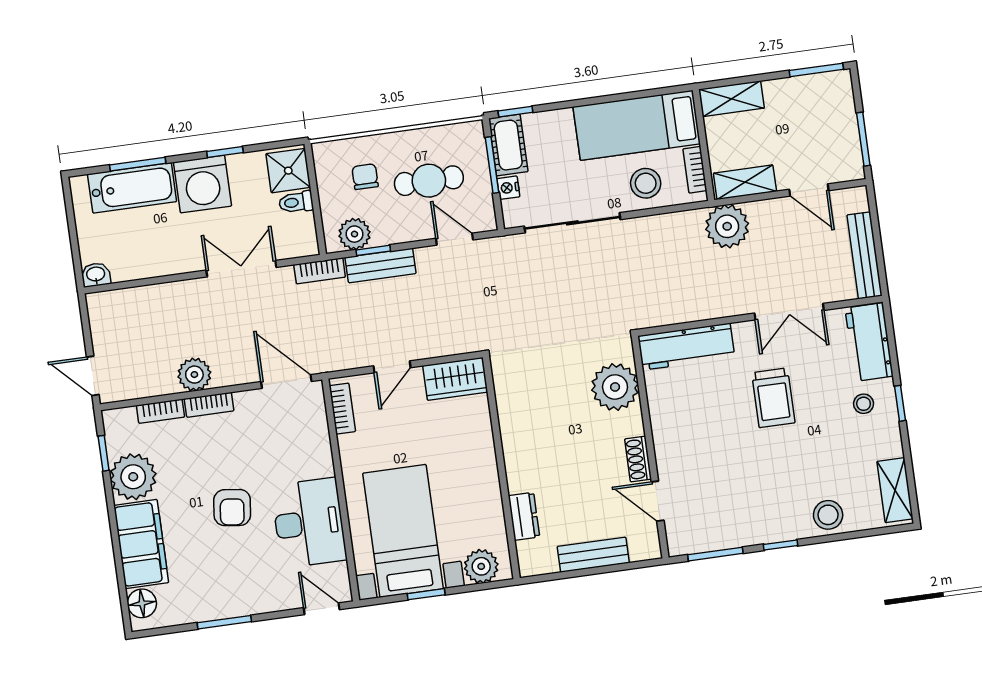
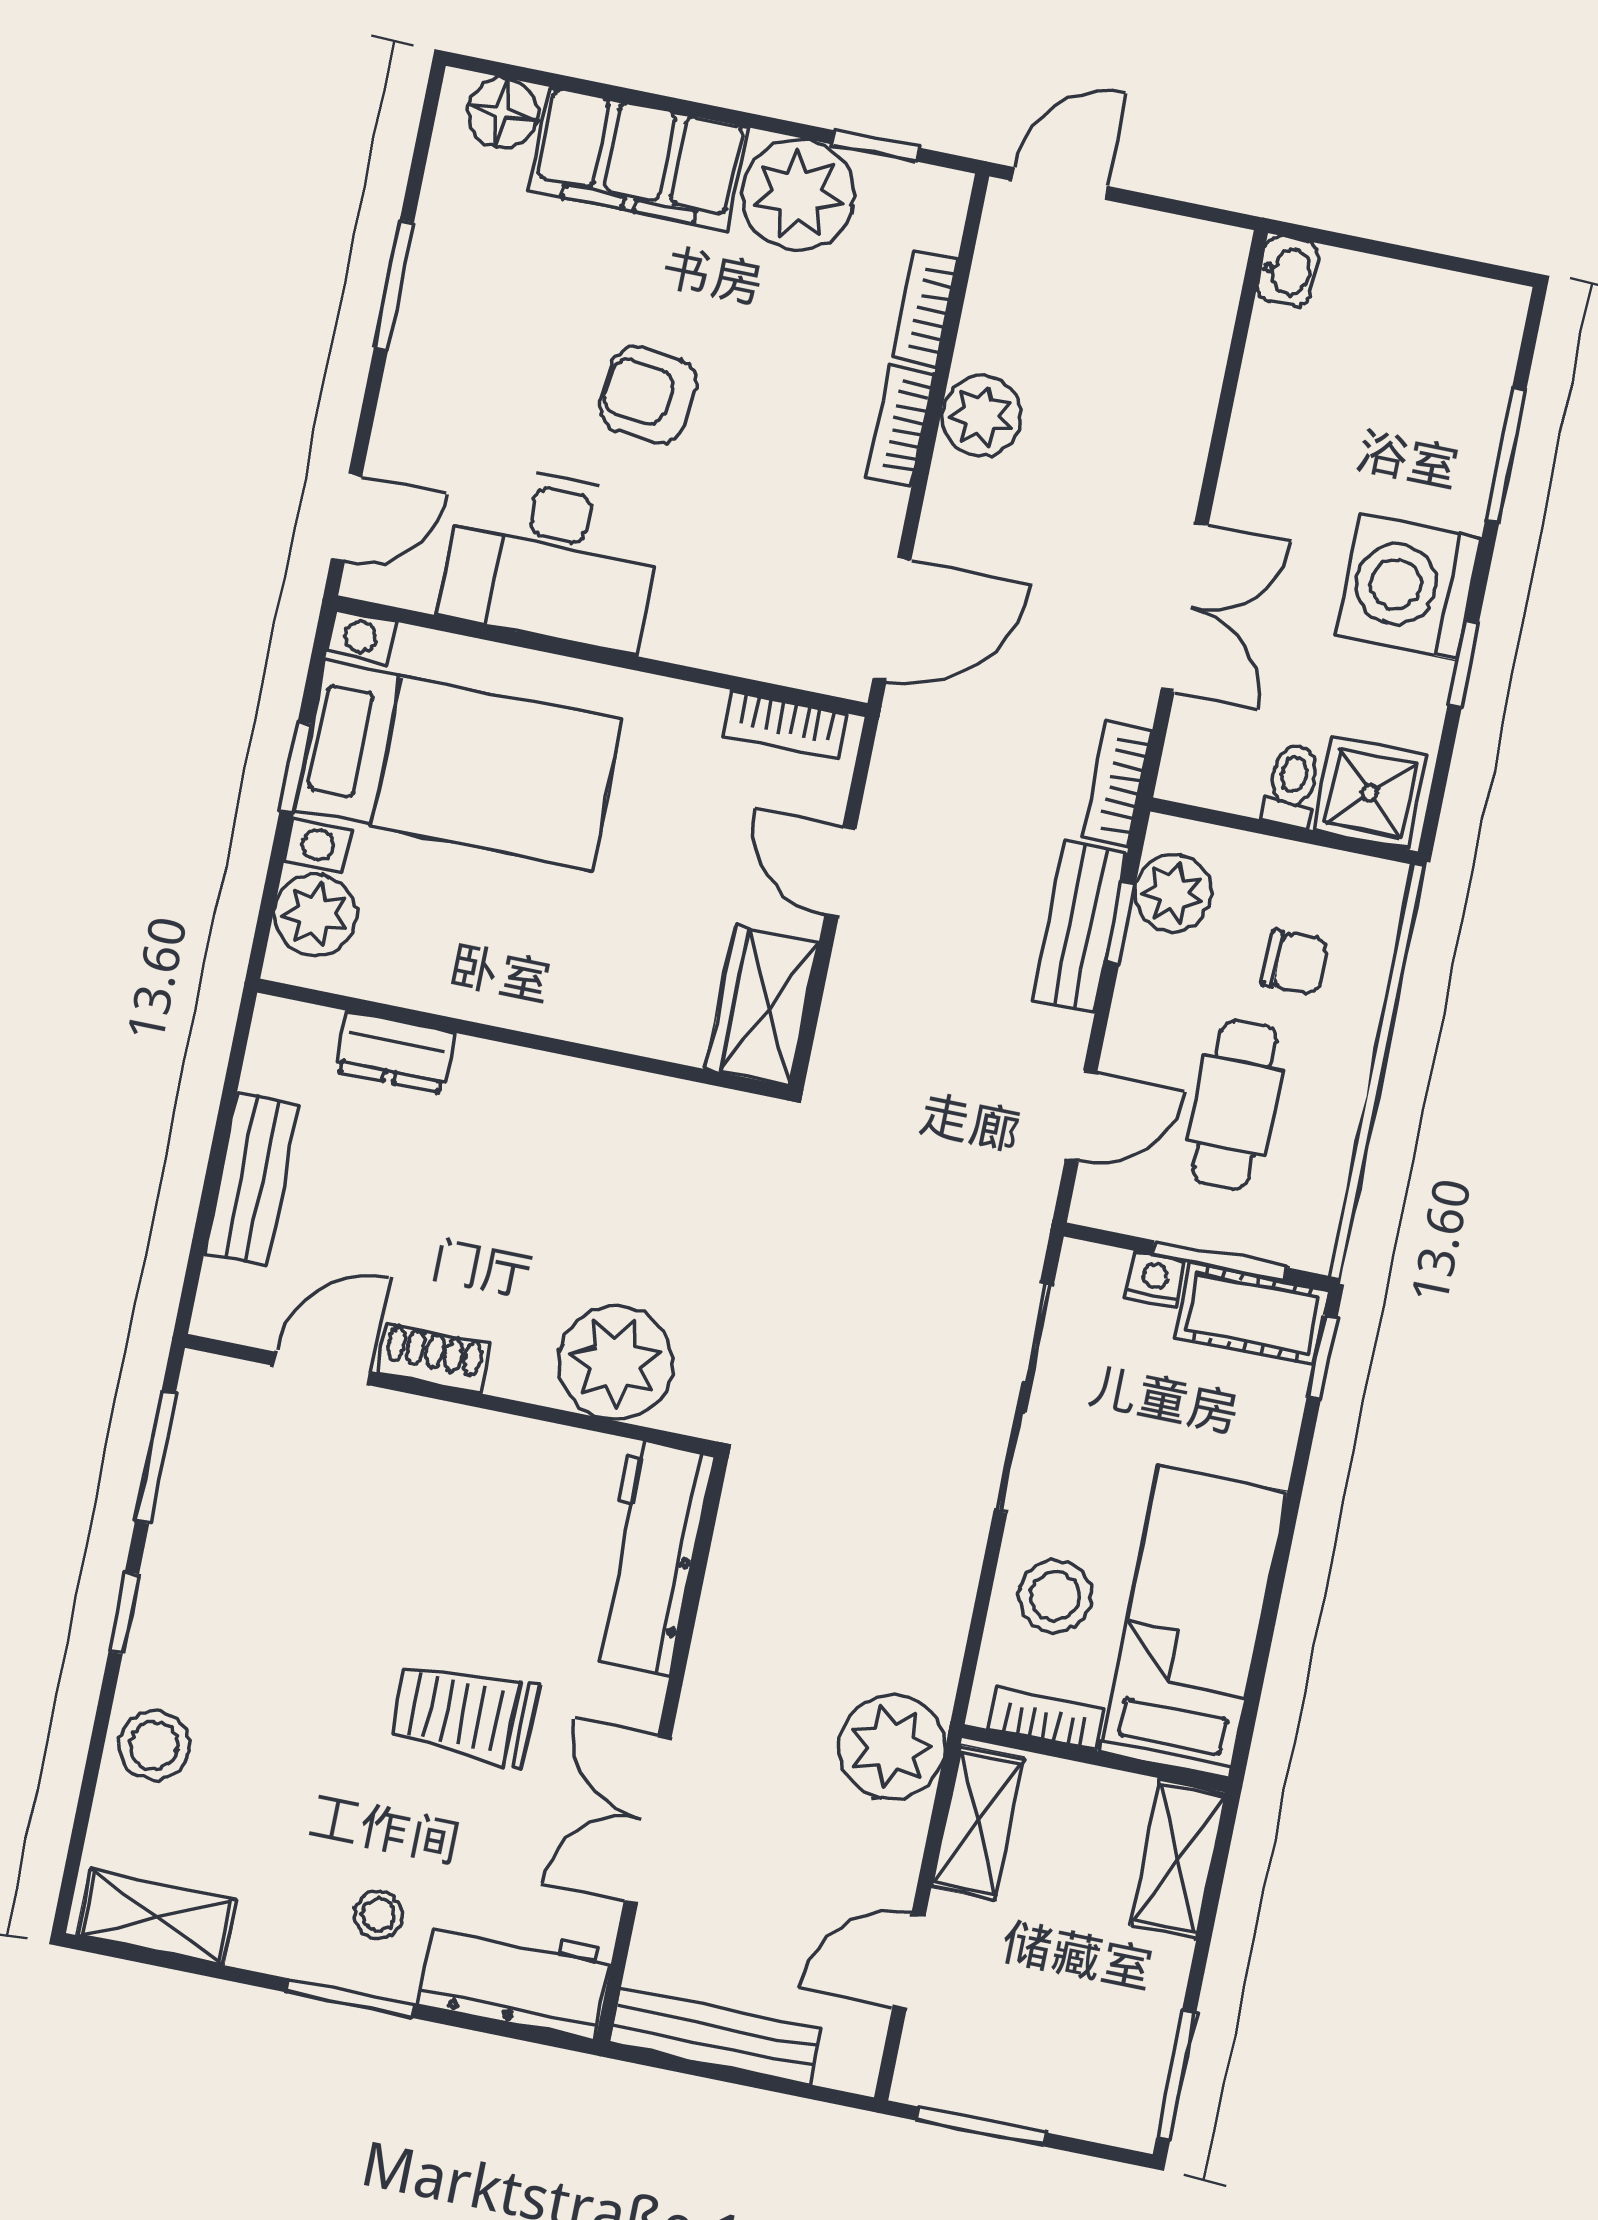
bathtub: (132, 188) -> (1456, 423), removed
window: (900, 403) -> (350, 1998), width x1.50

